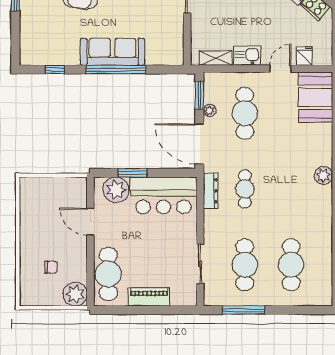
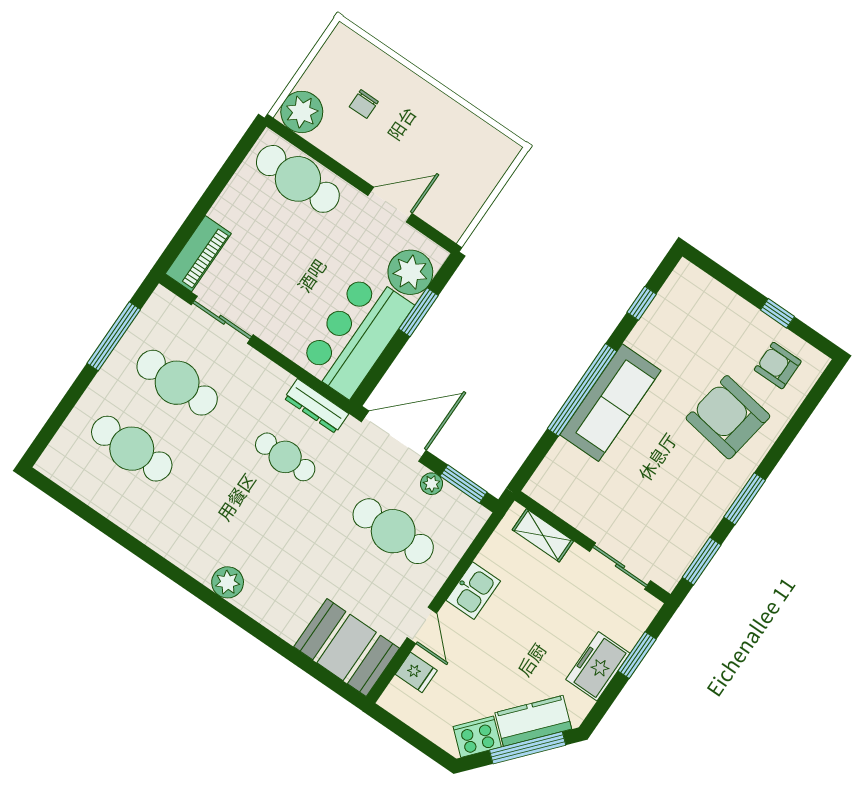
shelving: (216, 58) -> (543, 535), moved, turned 90
piano: (149, 297) -> (198, 254), moved

